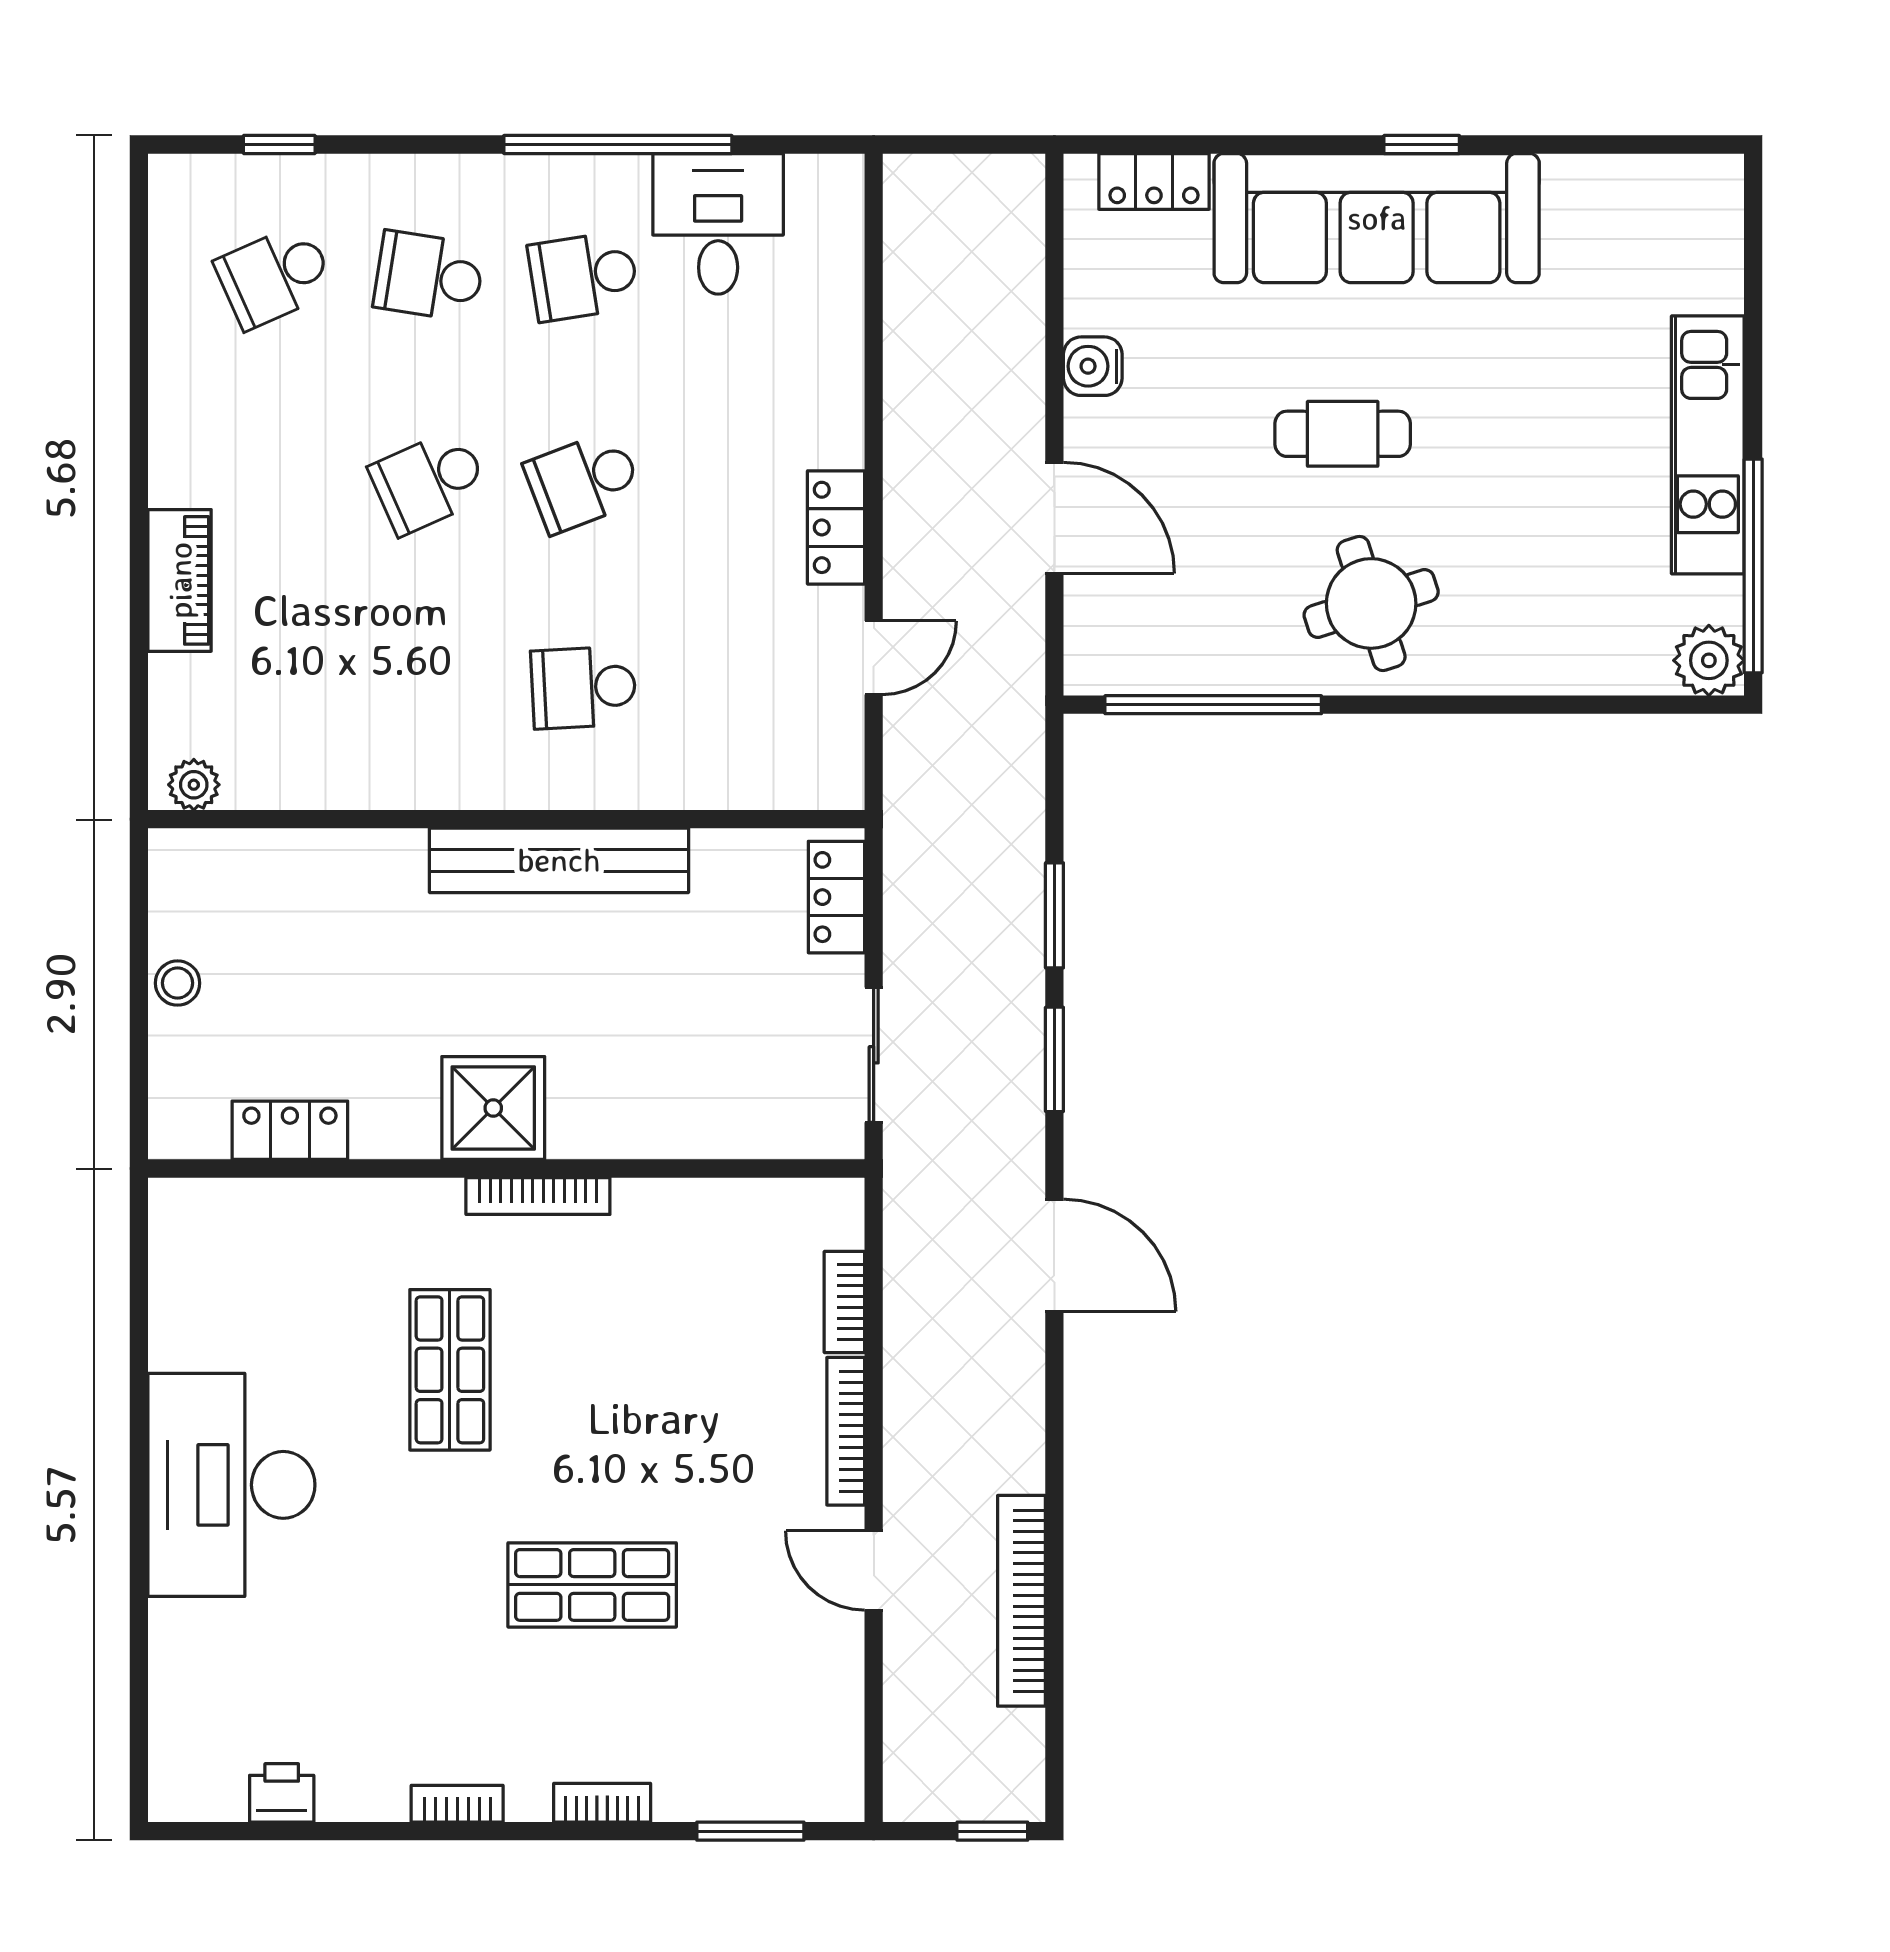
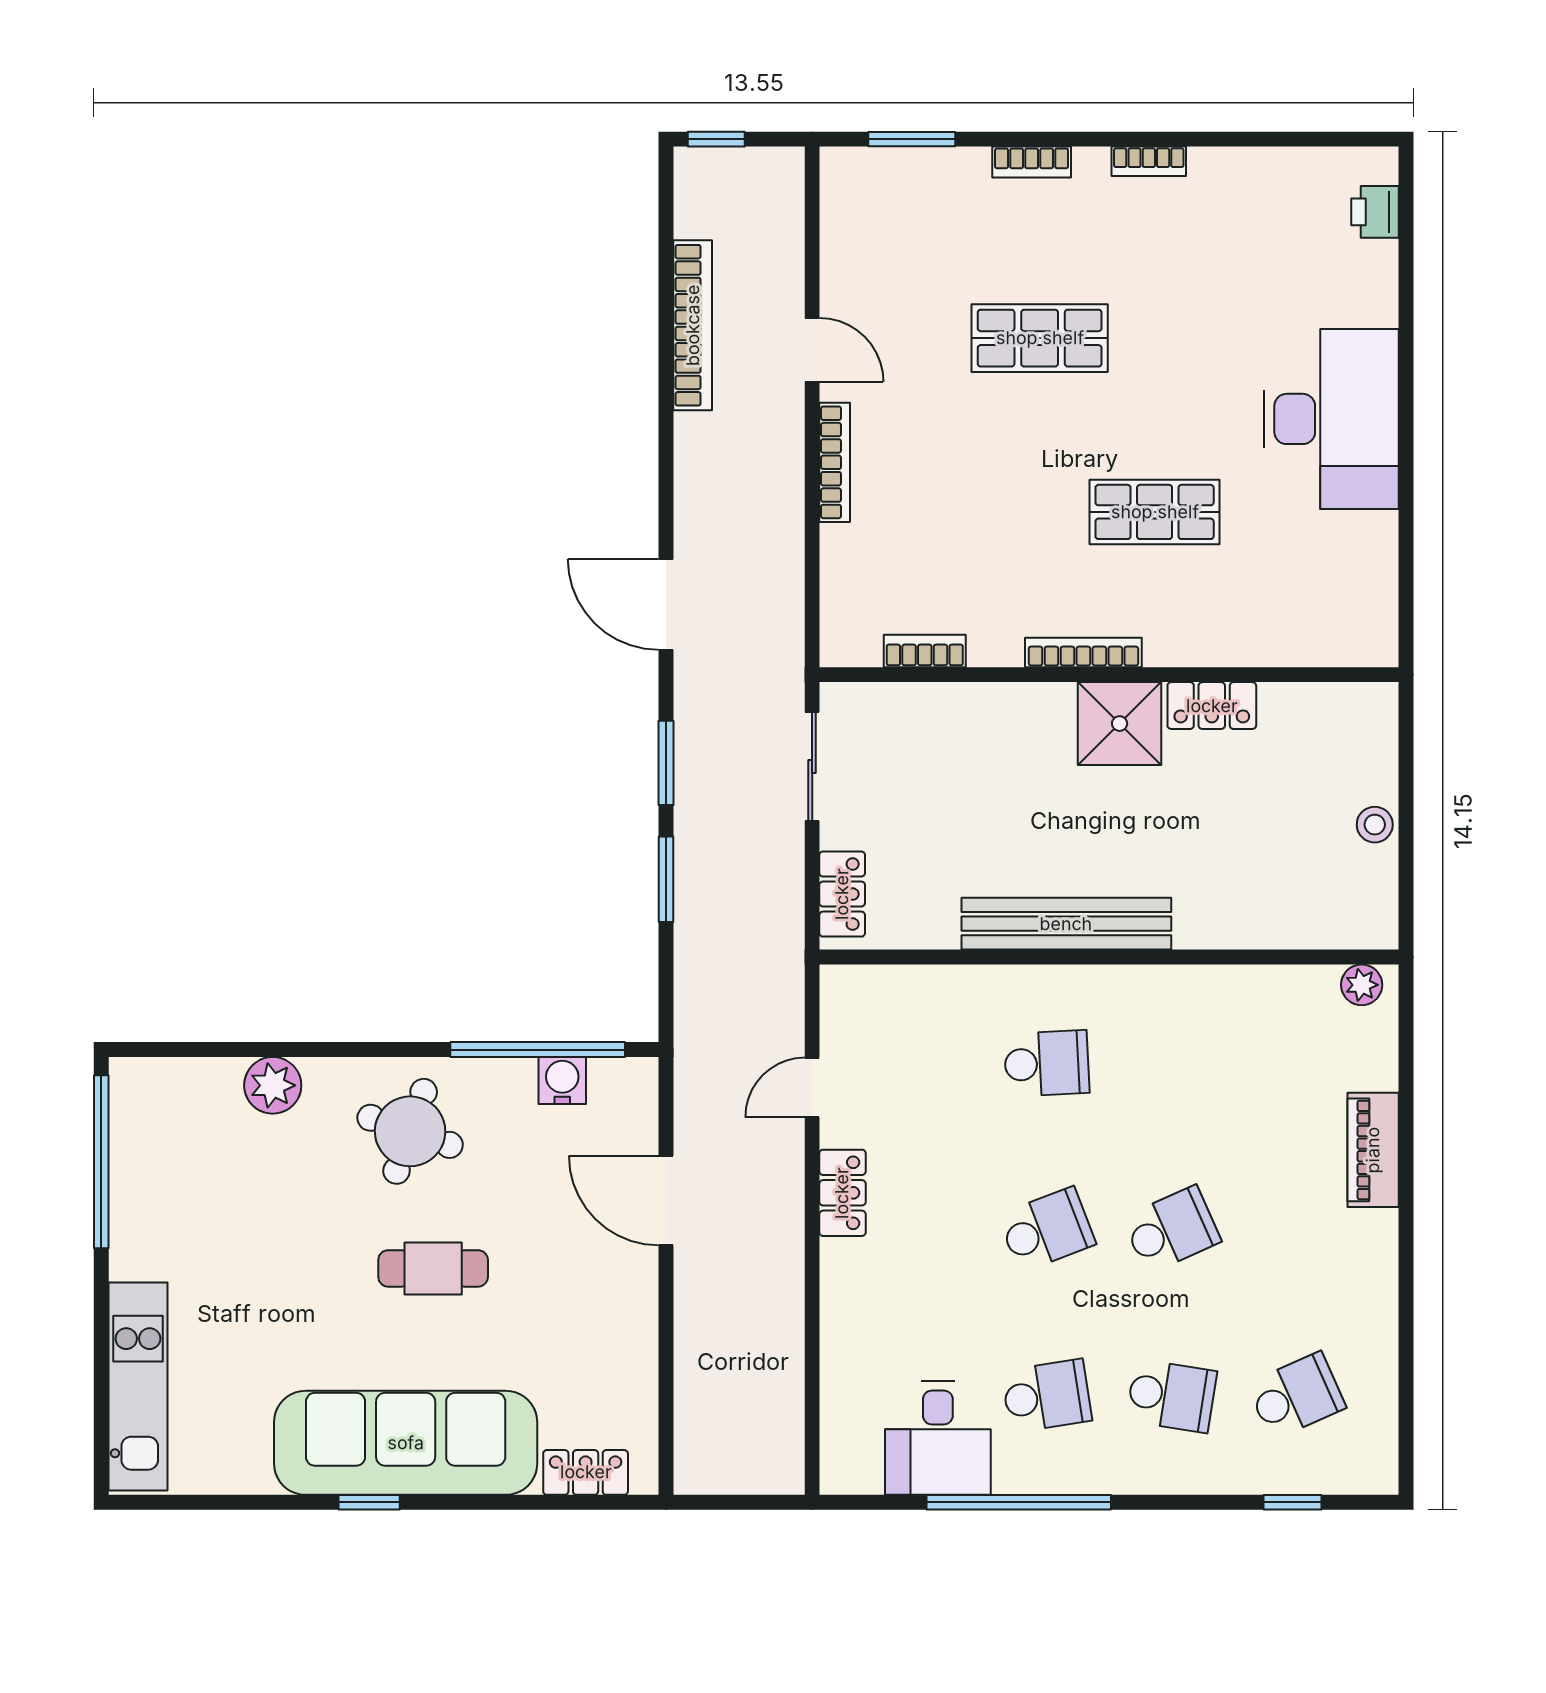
water cooler: (1093, 366) -> (562, 1081), moved, turned -90
kitchen unit: (1708, 445) -> (138, 1387), moved
round table: (1371, 603) -> (410, 1131), turned 37
plant: (1709, 660) -> (273, 1085), moved
locker: (290, 1130) -> (1212, 706), moved
bookcase: (844, 1302) -> (925, 651), moved, turned -90
shop shelf: (450, 1370) -> (1155, 512), turned 90
printer: (282, 1793) -> (1375, 212), moved, turned 90

